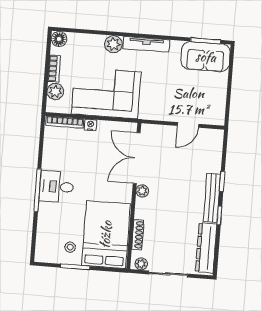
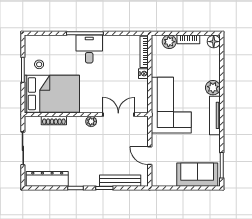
sofa: (206, 57) -> (197, 175), moved, turned 90
corner sofa: (106, 93) -> (171, 105), moved
double door: (137, 158) -> (118, 115), width x0.73
bench: (212, 198) -> (120, 181), moved
plant: (141, 264) -> (30, 125), removed

